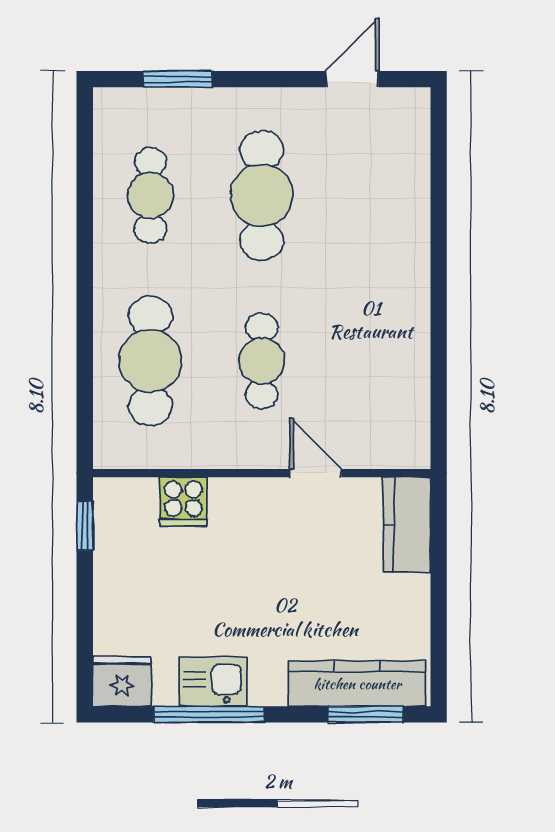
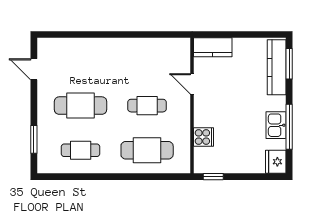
door: (316, 473) -> (192, 84), hinge flipped

